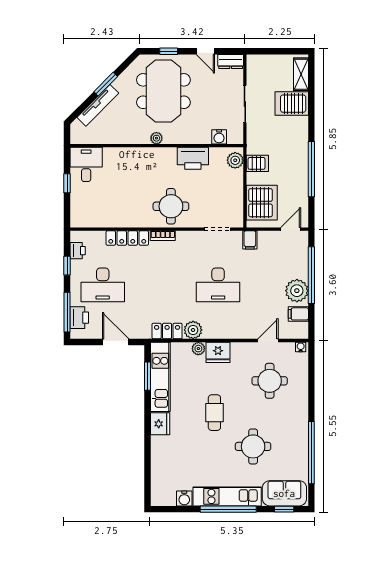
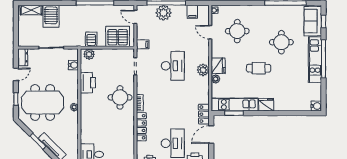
plant: (297, 291) -> (164, 13), moved
plant: (193, 330) -> (203, 70), moved
locker: (167, 331) -> (204, 114), moved
water cooler: (184, 498) -> (316, 106), moved

